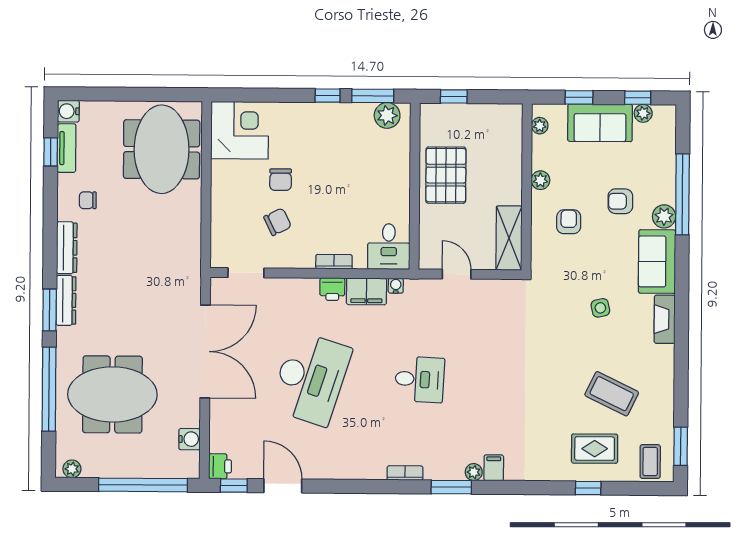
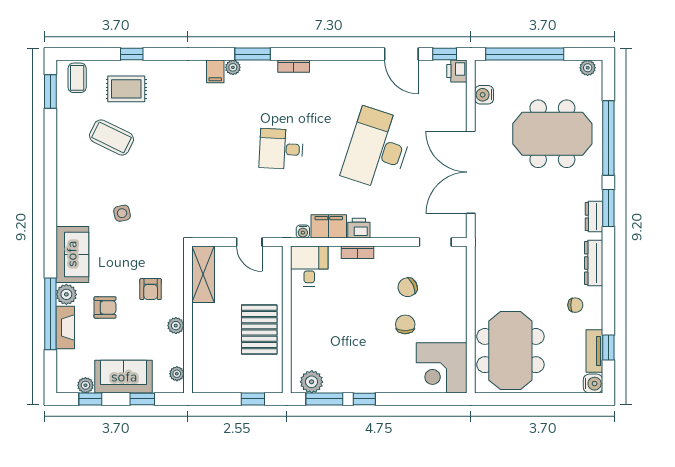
dresser: (66, 300) -> (594, 217), width x0.70
fireplace: (665, 319) -> (65, 327), moved

